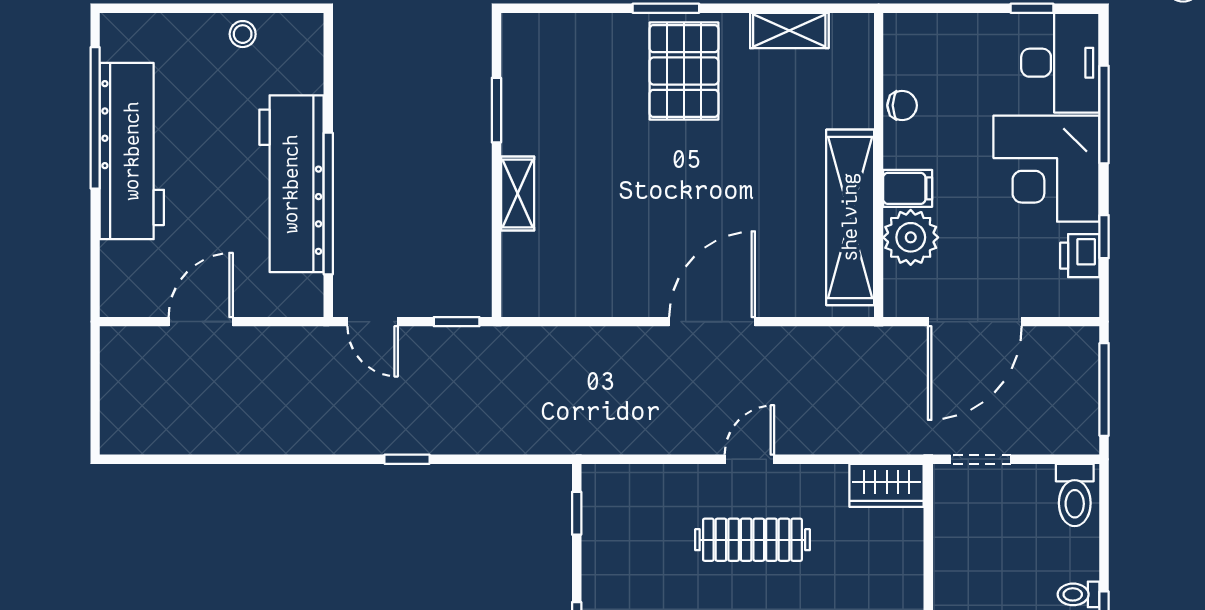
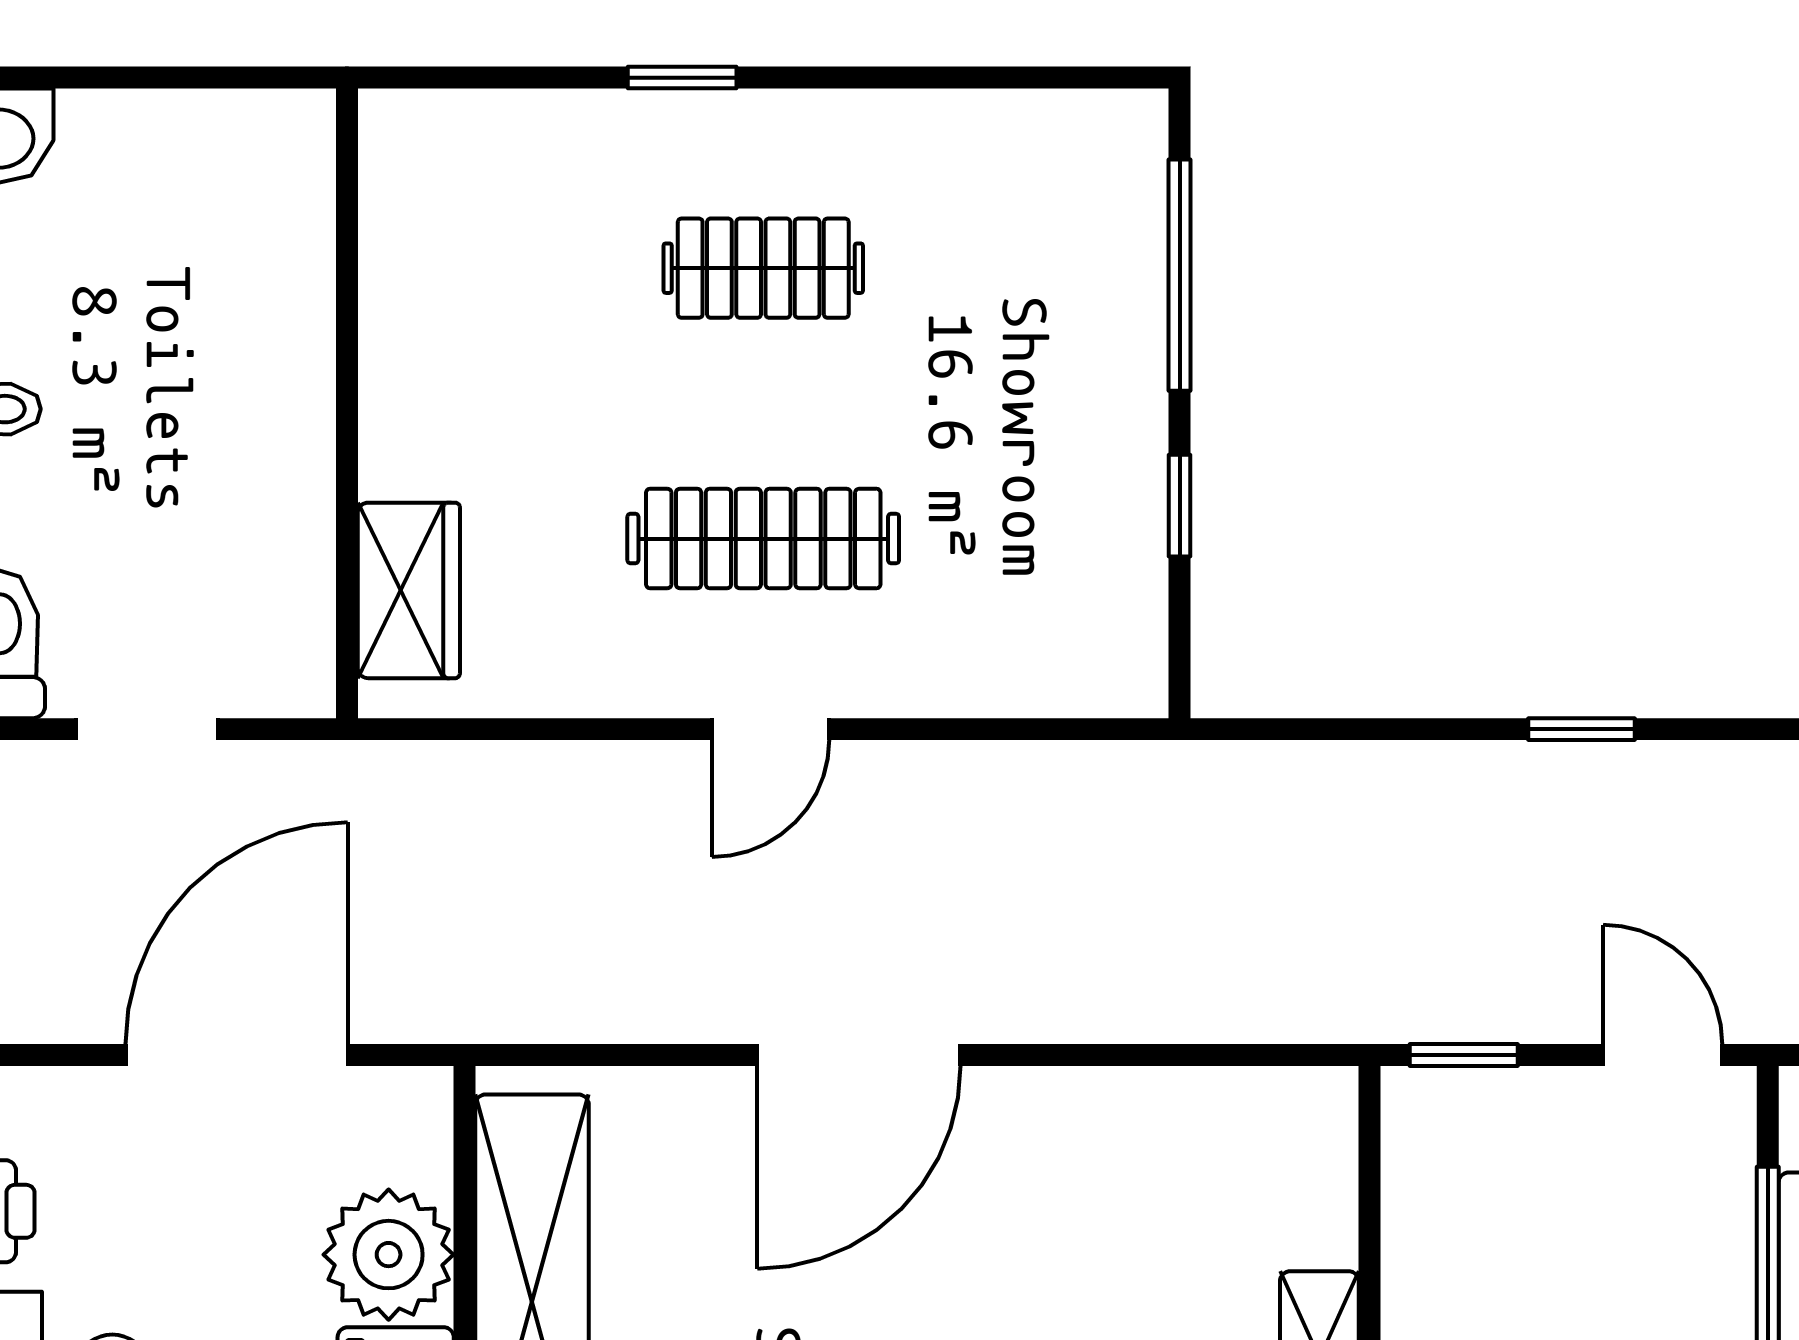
doorway: (981, 459) -> (147, 729), moved
wardrobe: (887, 485) -> (409, 590), moved, turned 90
window: (577, 513) -> (1180, 506), moved

